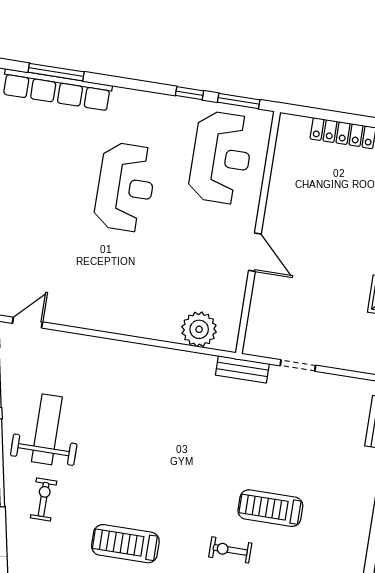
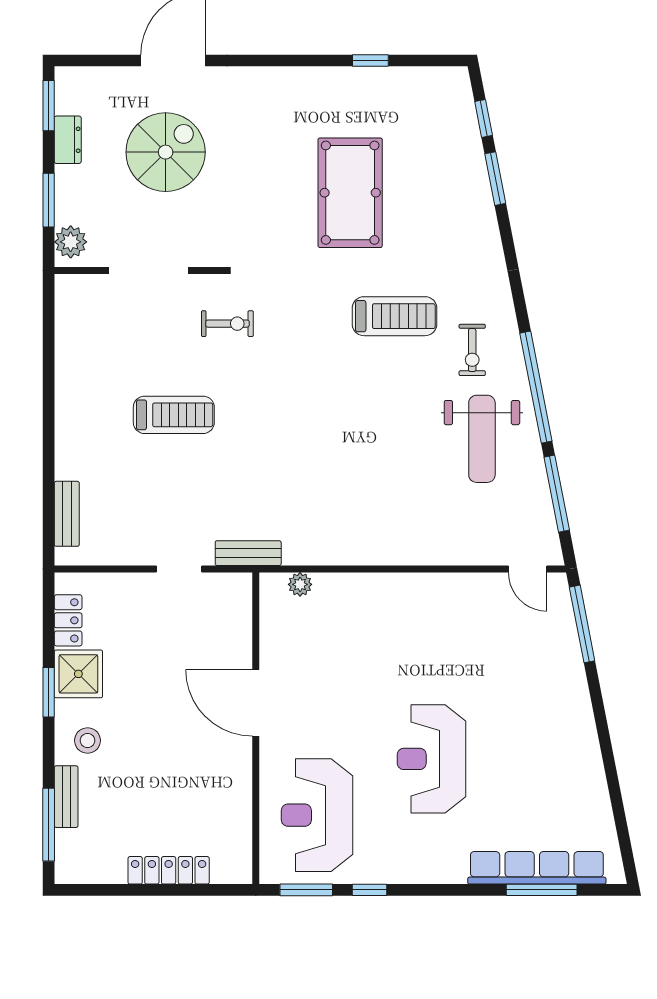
door: (255, 252) -> (256, 703), width x1.36
door: (27, 323) -> (528, 569), hinge flipped
plant: (199, 329) -> (300, 584), width x0.53, depth x0.53
treadmill: (270, 508) -> (174, 415), moved
treadmill: (125, 544) -> (394, 316), moved

